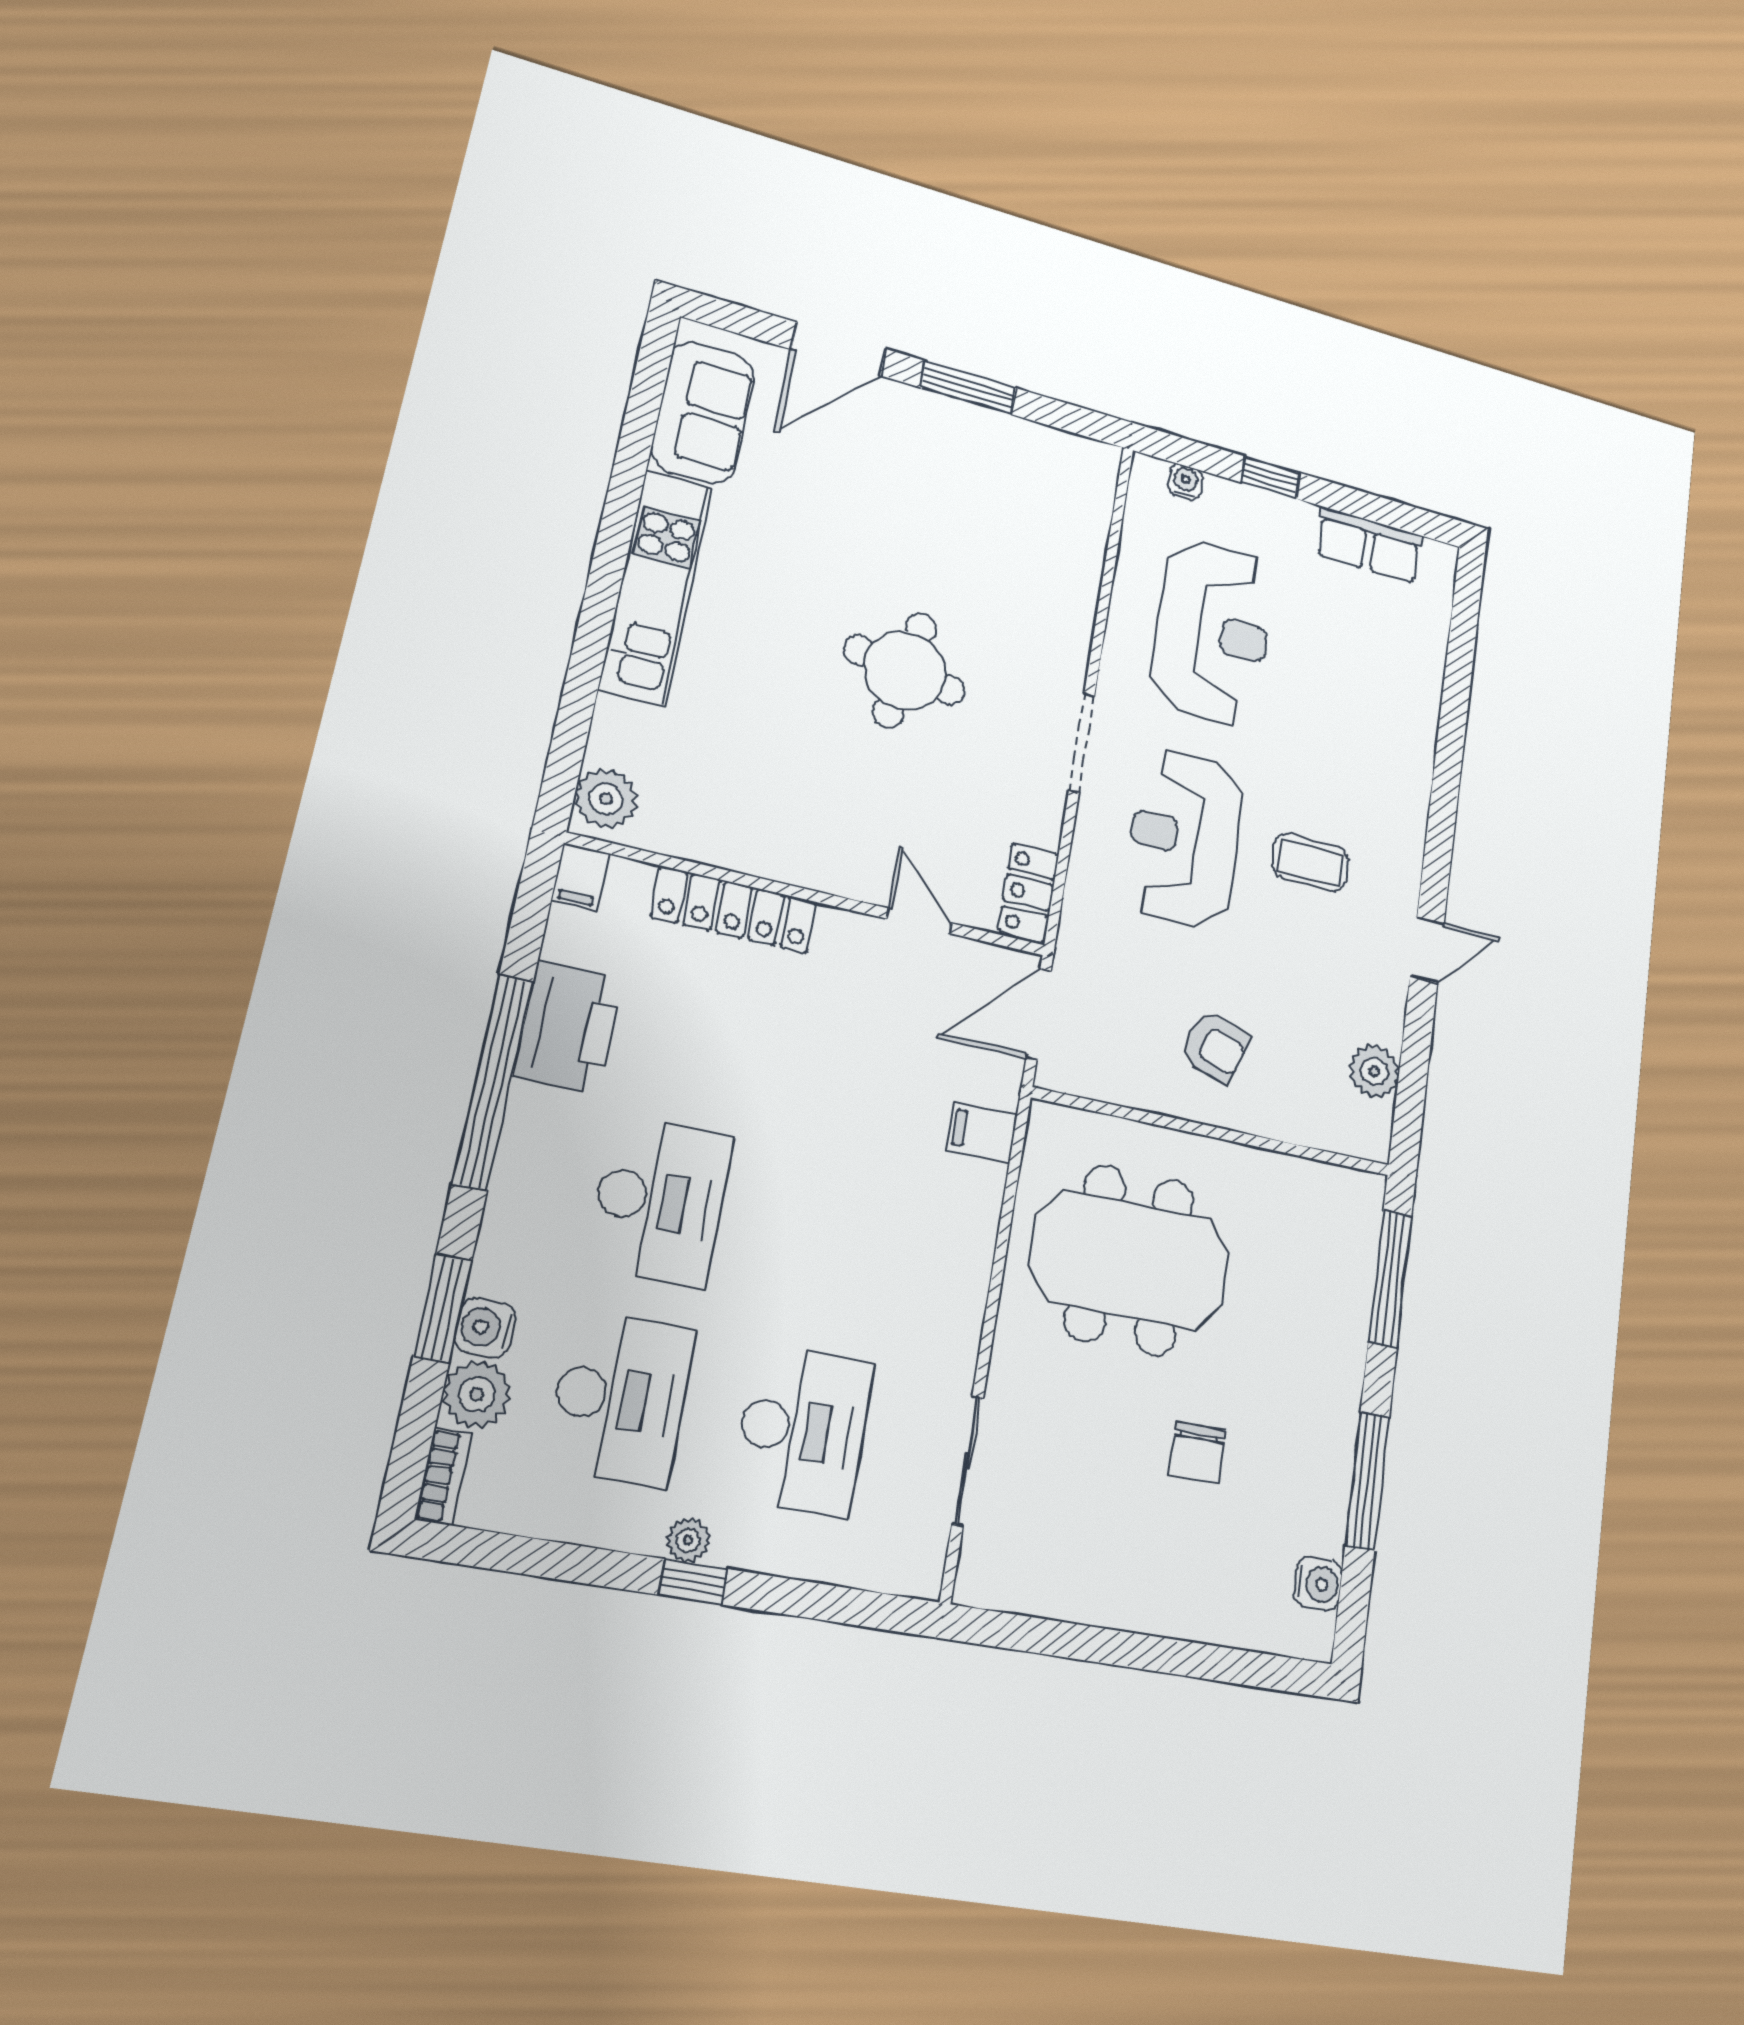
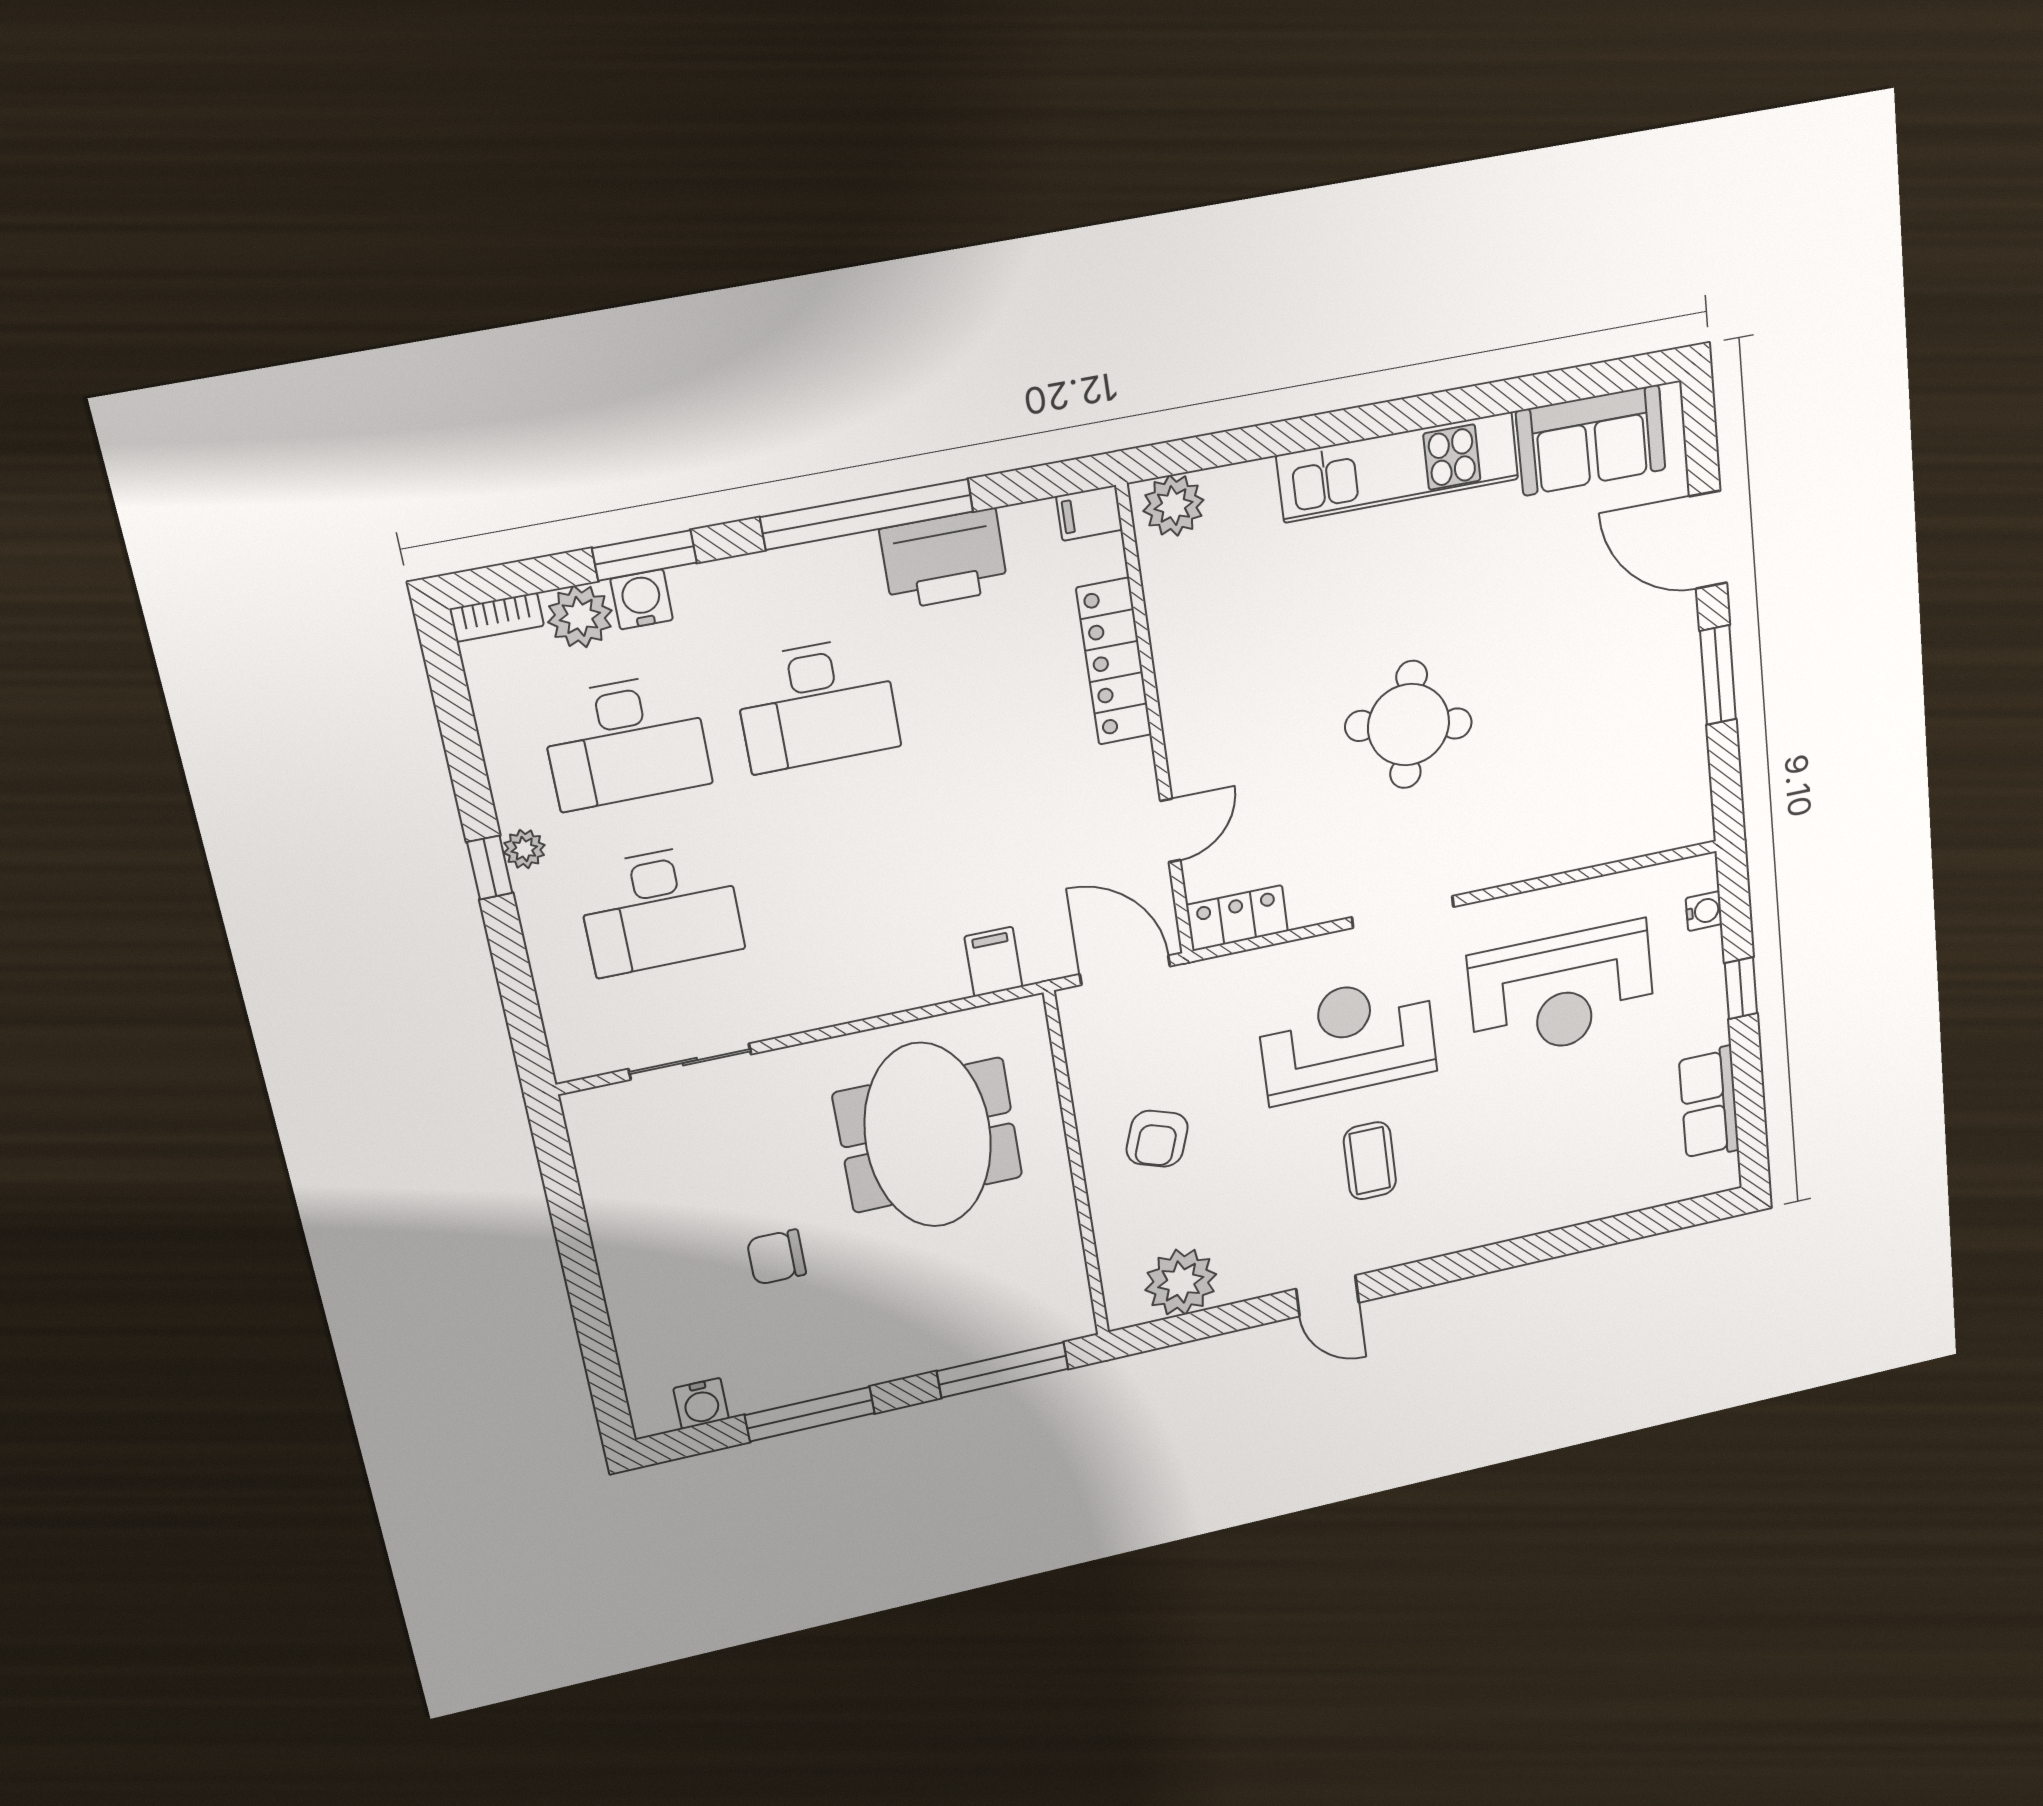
plant: (1374, 1071) -> (1181, 1282), width x1.36, depth x1.36

